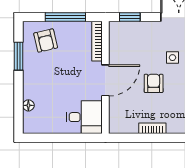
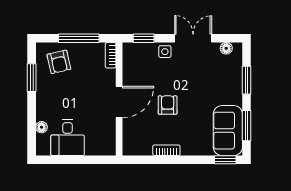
bookcase: (97, 41) -> (111, 55), width x0.64
side table: (172, 58) -> (165, 52), moved
desk: (84, 117) -> (68, 138), moved, turned 90

